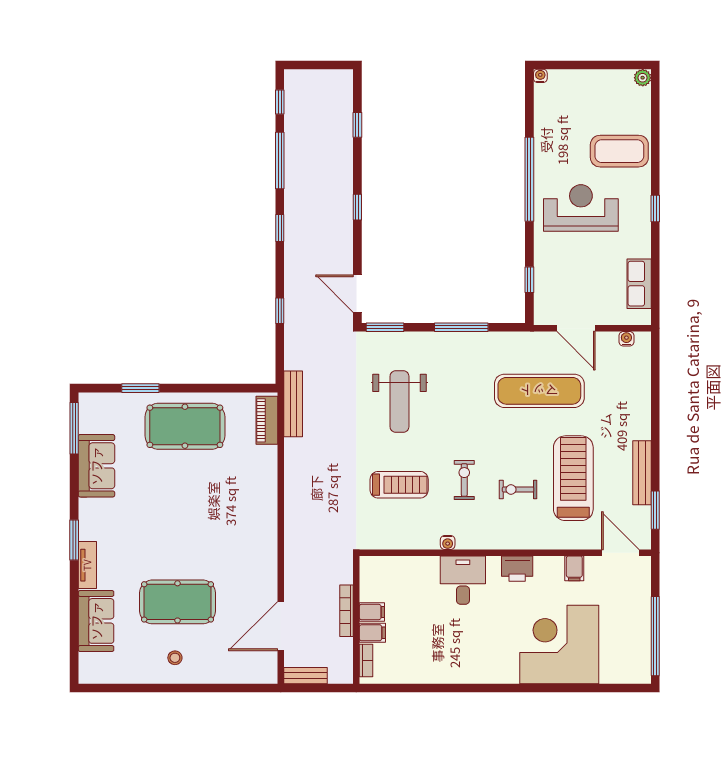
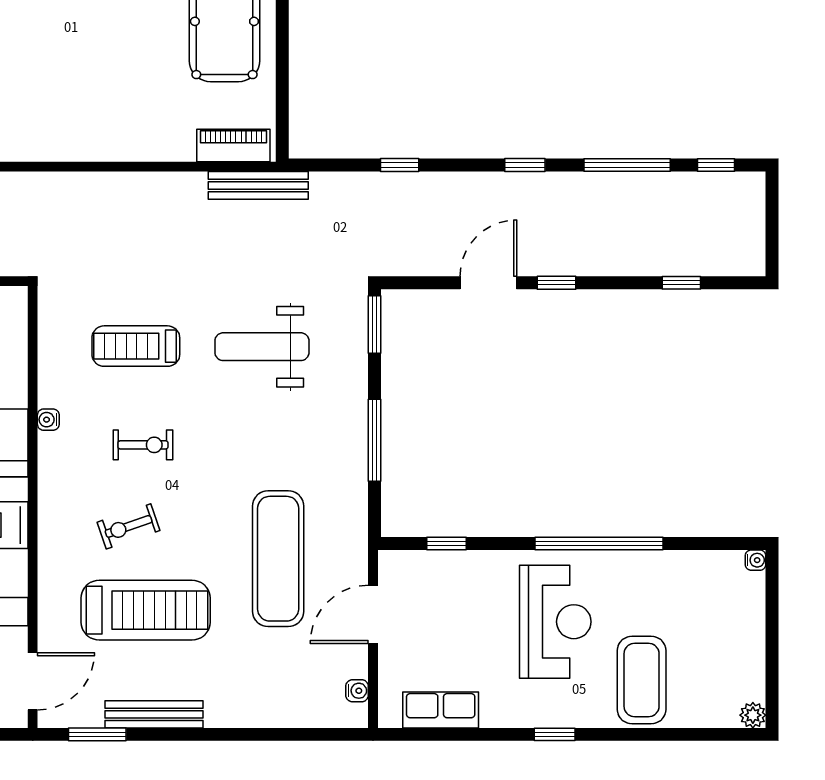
door: (357, 294) -> (488, 283), moved
treadmill: (399, 485) -> (136, 346), turned 90
exercise bike: (518, 490) -> (129, 526), turned -109

